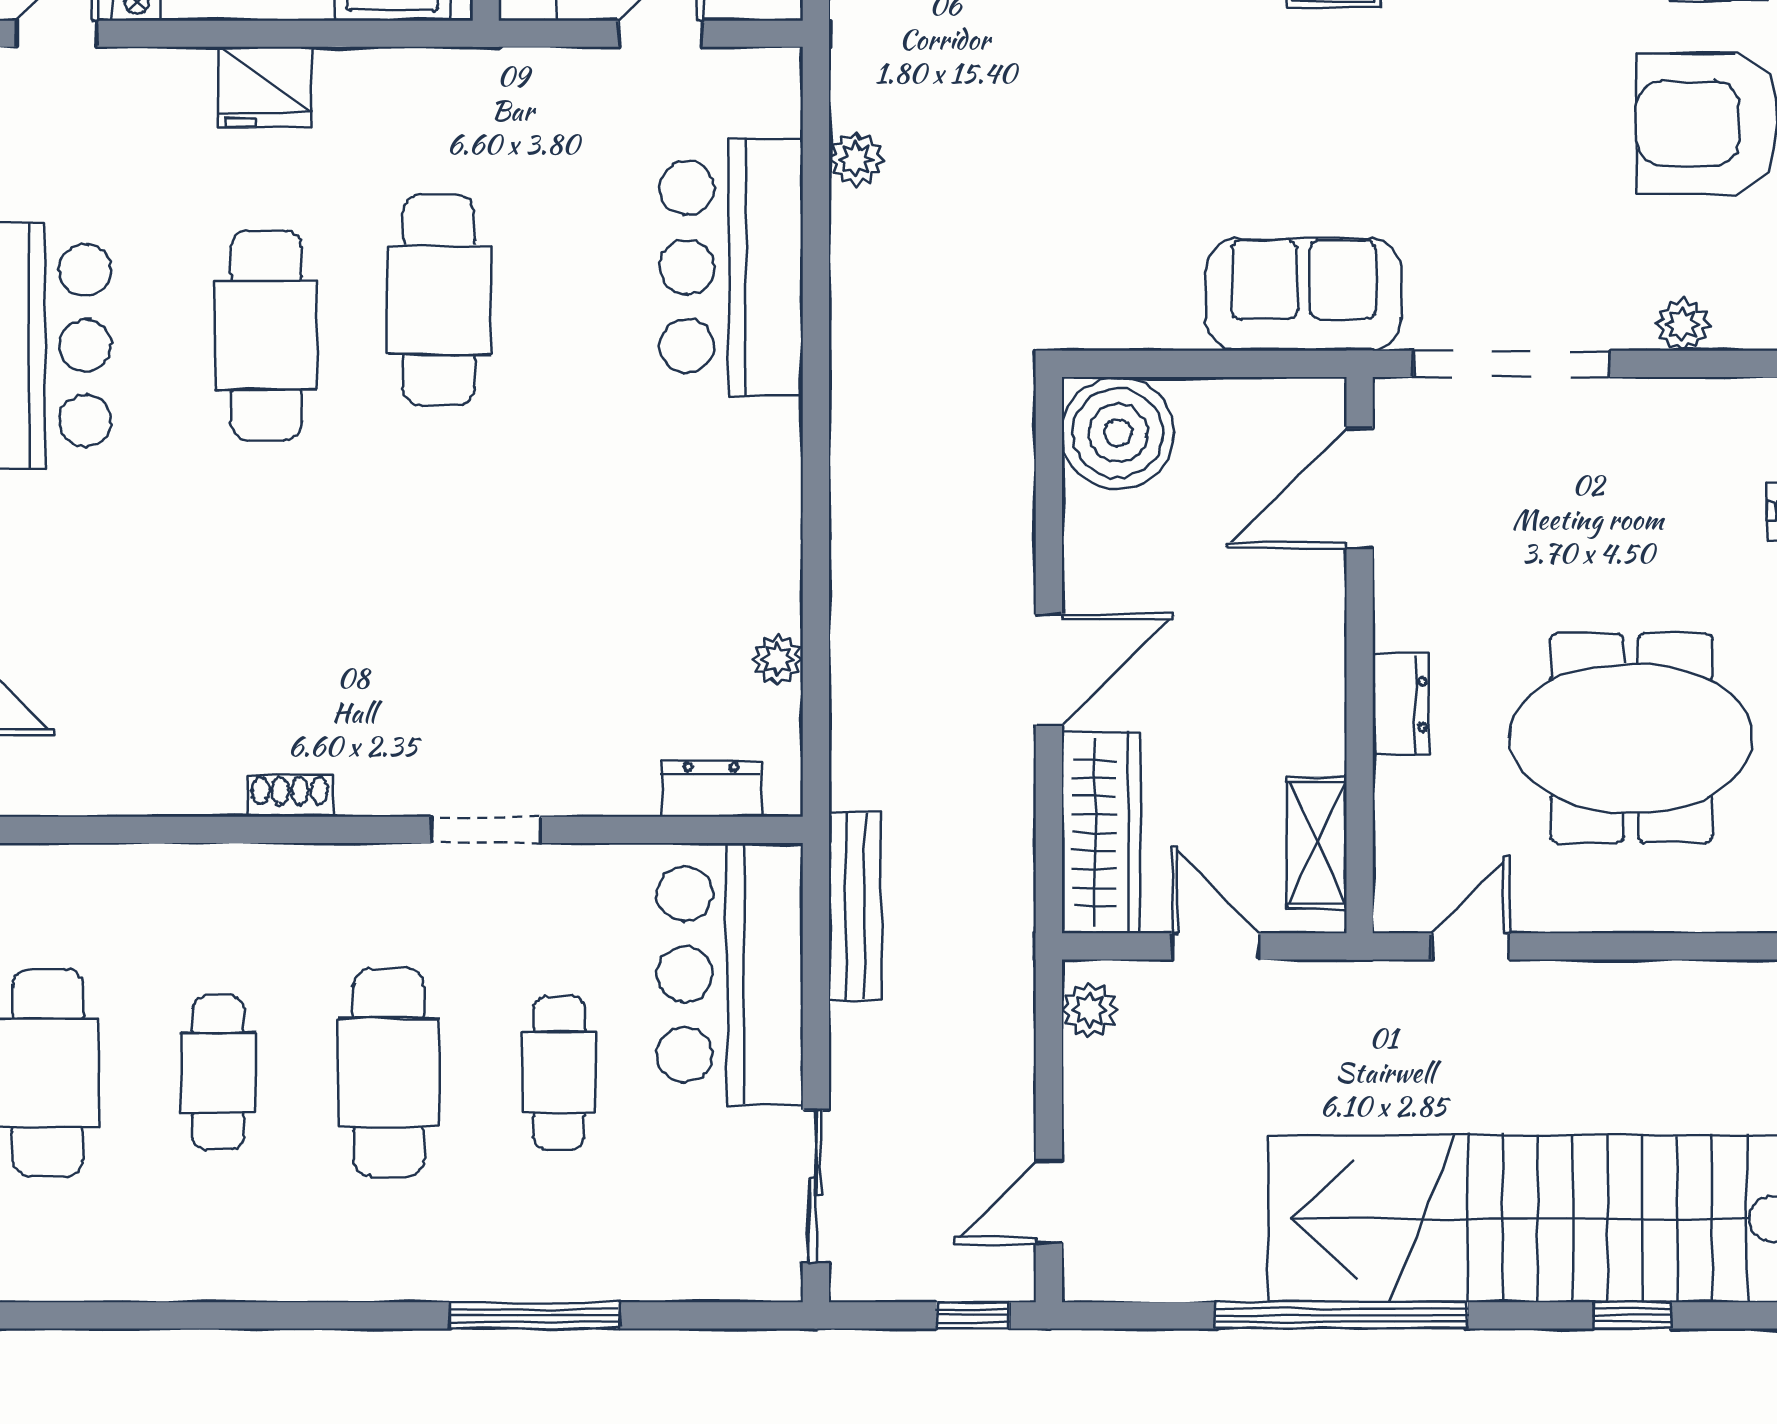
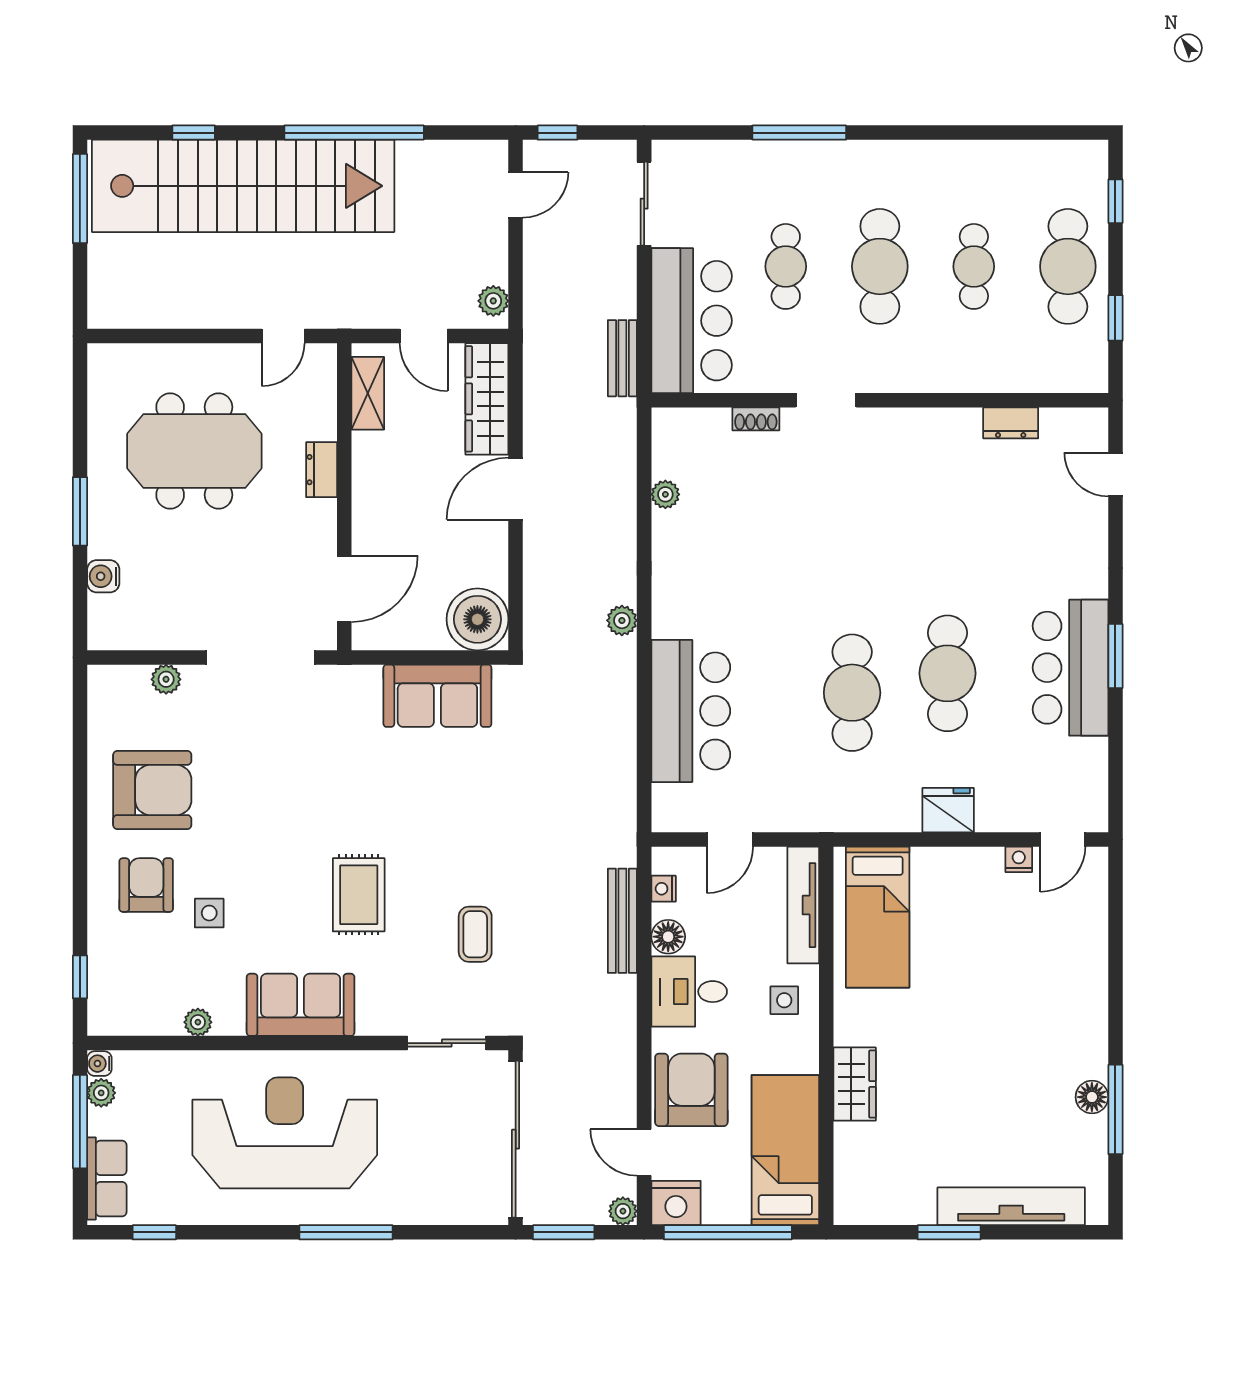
plant: (856, 159) -> (622, 620), moved
sofa: (1304, 294) -> (437, 696), moved
dresser: (711, 789) -> (1011, 423), moved
shoe rack: (290, 796) -> (756, 419), moved
bench: (855, 906) -> (622, 358), width x0.73

